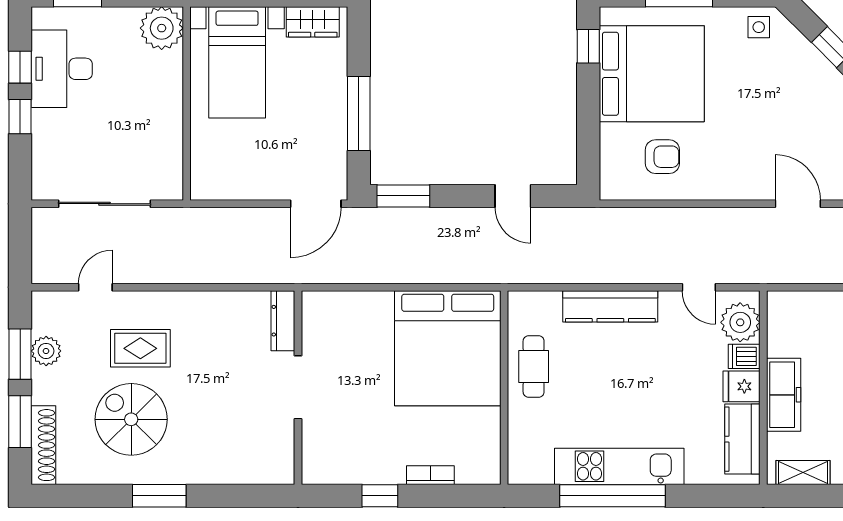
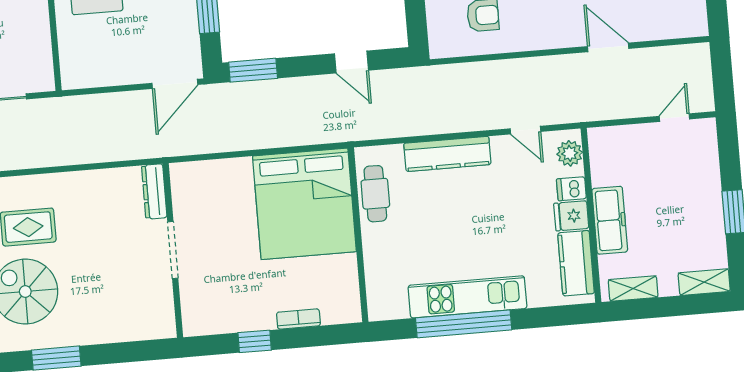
plant: (740, 322) -> (570, 153), width x0.73, depth x0.73
cafe table: (534, 366) -> (375, 194), moved

